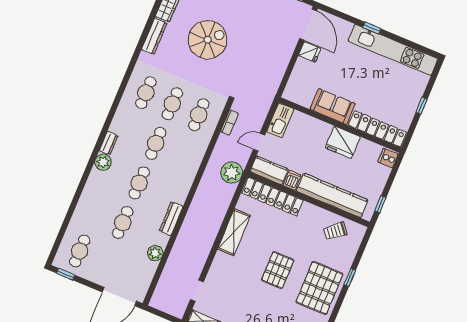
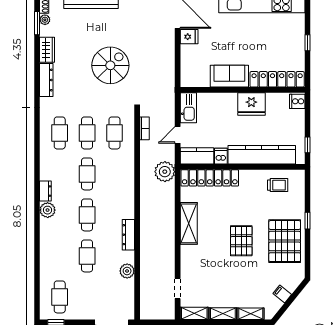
spiral stairs: (208, 40) -> (110, 65), moved
trolley: (335, 231) -> (278, 185), turned -140

